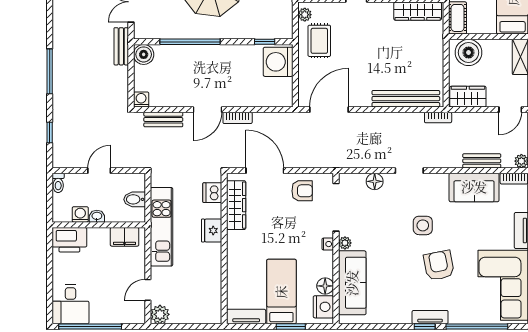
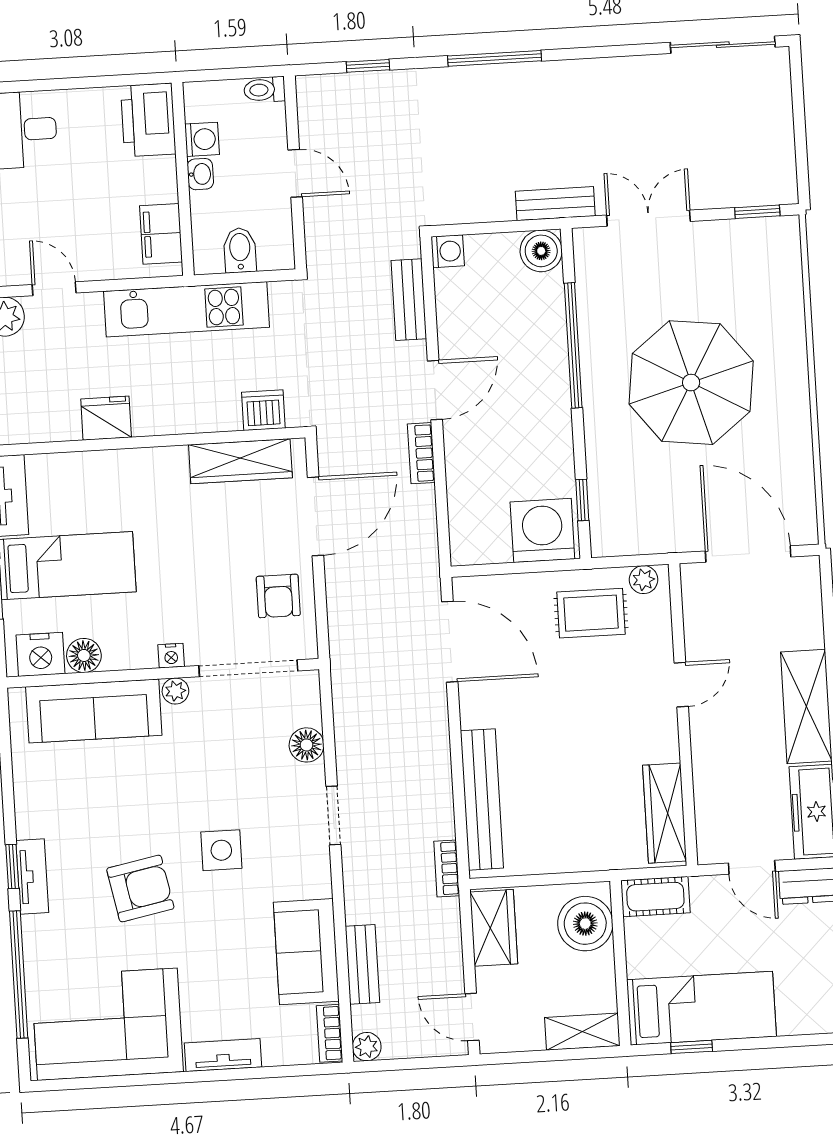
door: (208, 110) -> (435, 390), swing flipped
fridge: (212, 231) -> (106, 418), moved

